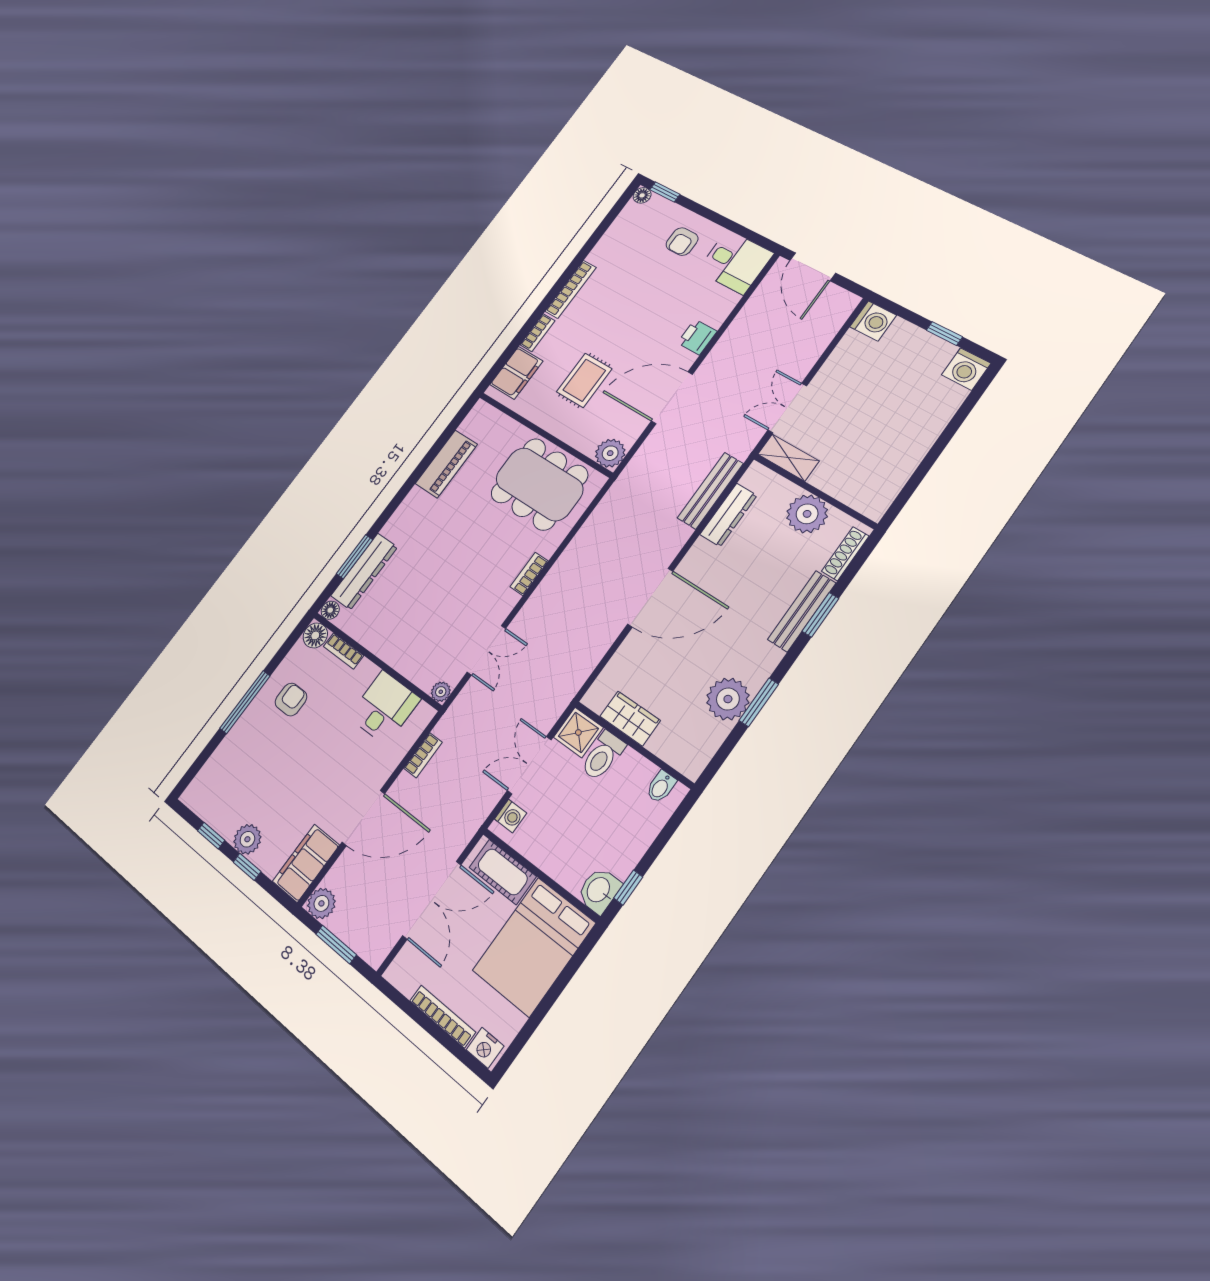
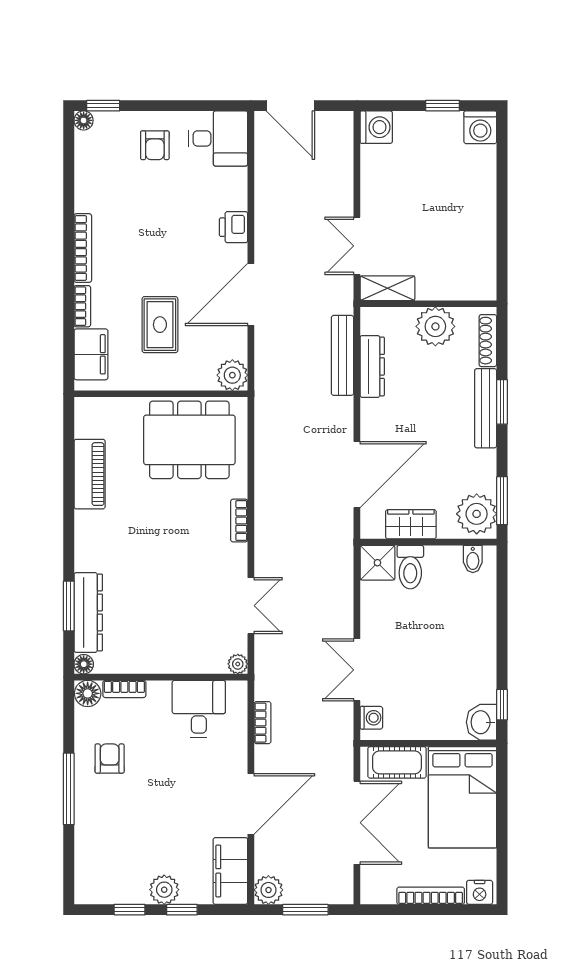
wardrobe: (630, 718) -> (411, 524), moved
shower: (578, 732) -> (377, 563), moved
wall: (634, 745) -> (428, 542), moved
toilet: (603, 756) -> (410, 567), moved
bidet: (661, 787) -> (473, 559), moved

